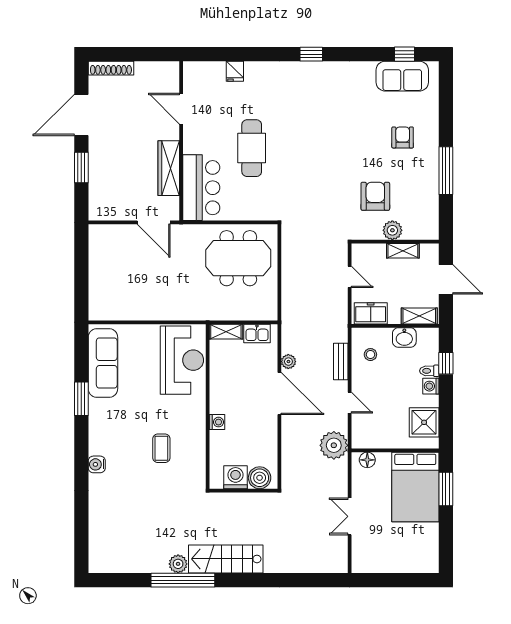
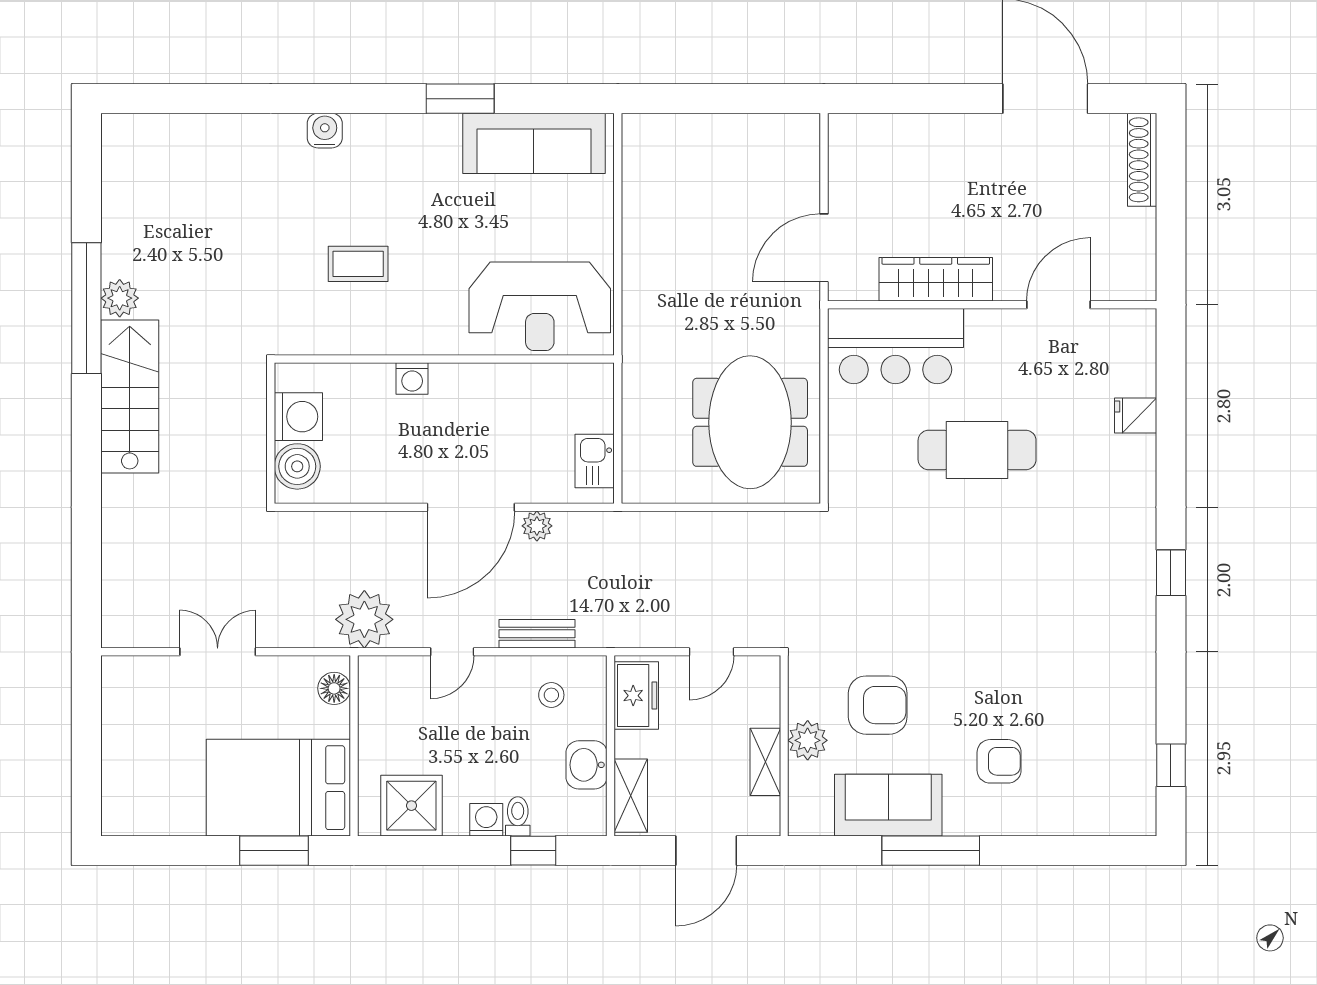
sofa: (402, 76) -> (888, 805), moved, turned 90
window: (81, 168) -> (937, 99), removed
shelving: (226, 332) -> (599, 397), removed

